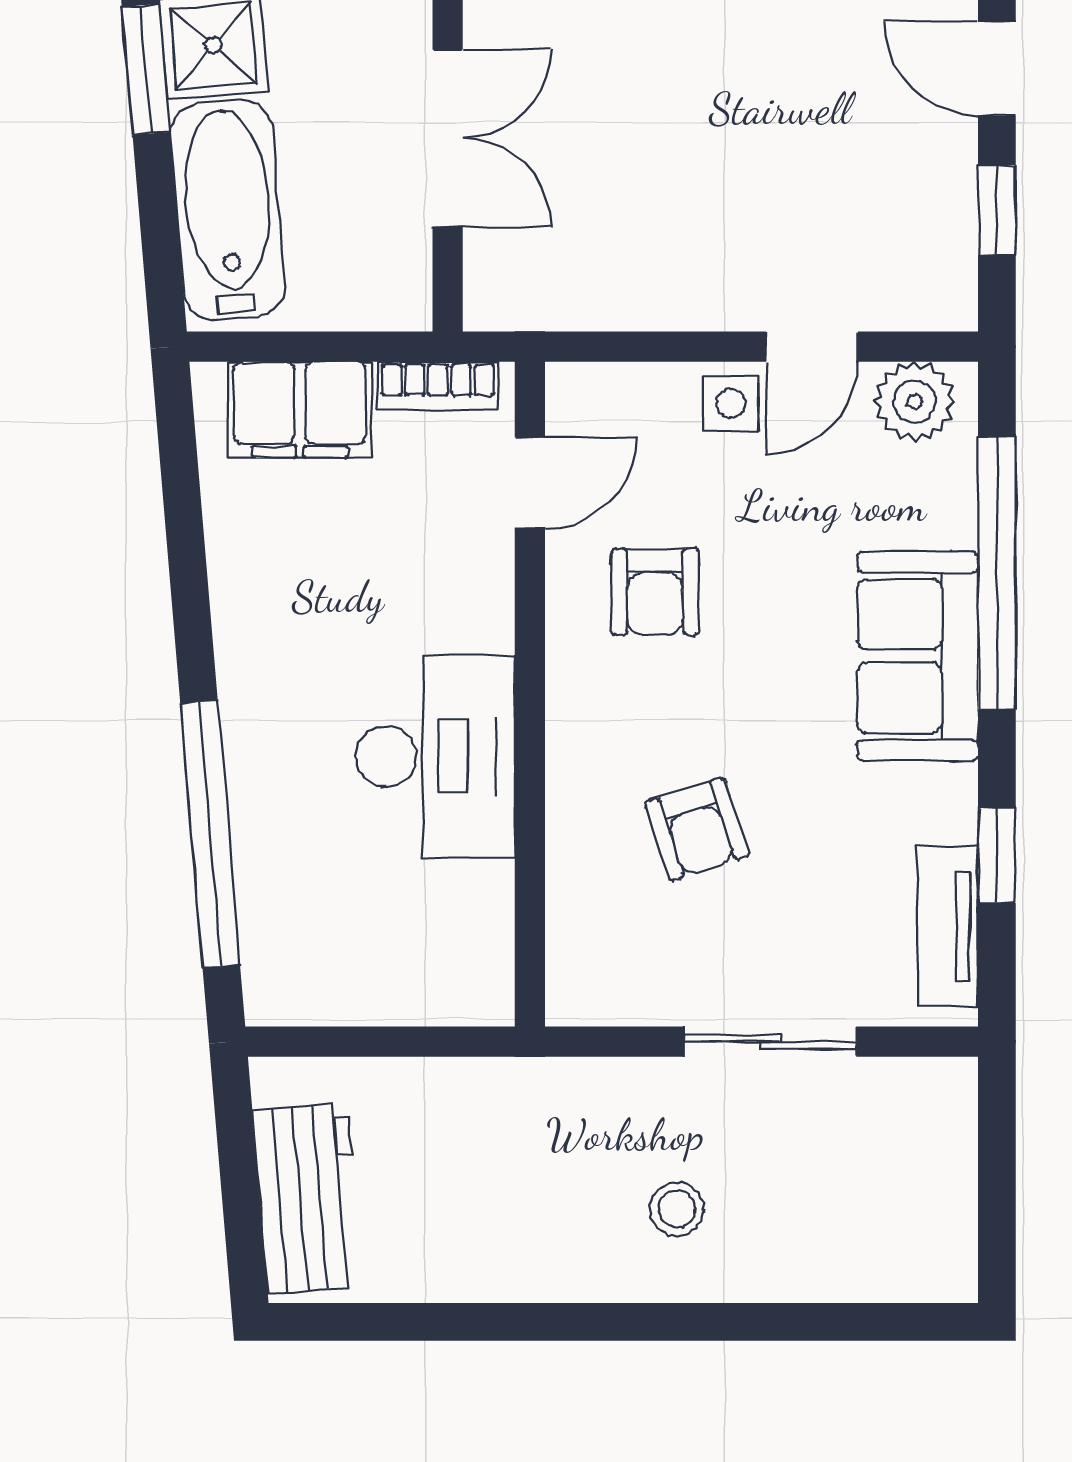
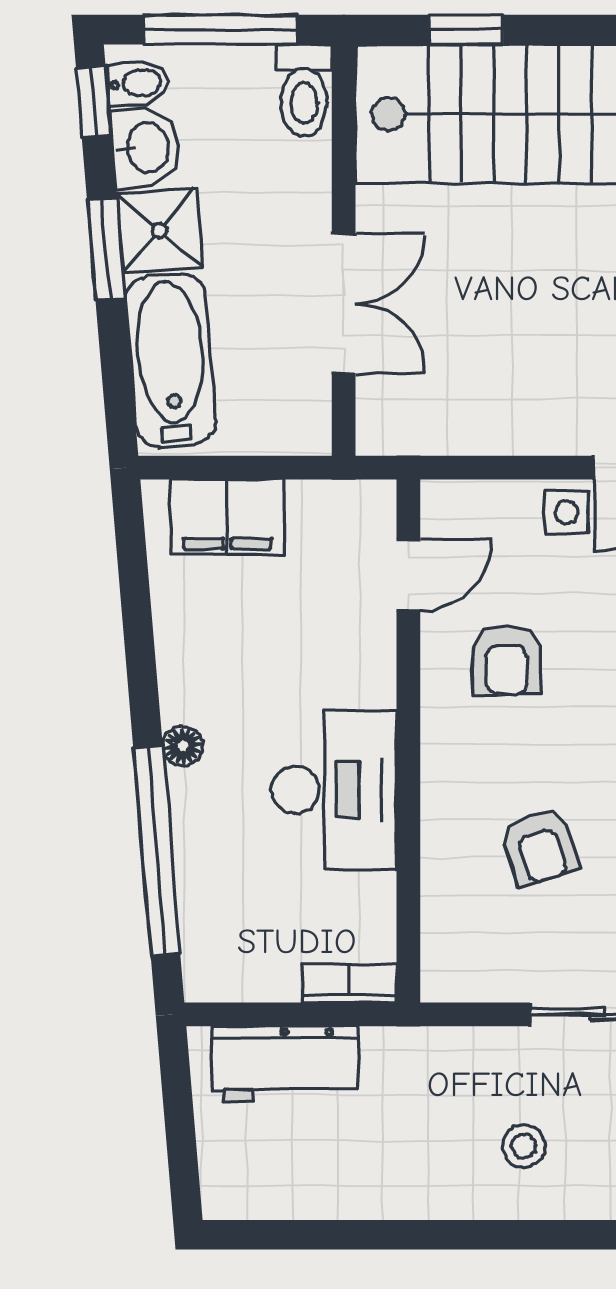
bookcase: (438, 386) -> (349, 984), moved, turned 180
floor lamp: (243, 701) -> (183, 746), added
workbench: (308, 1198) -> (285, 1064), moved, turned 95

